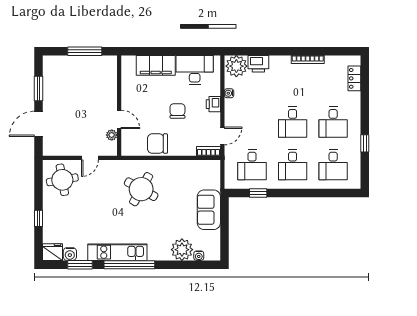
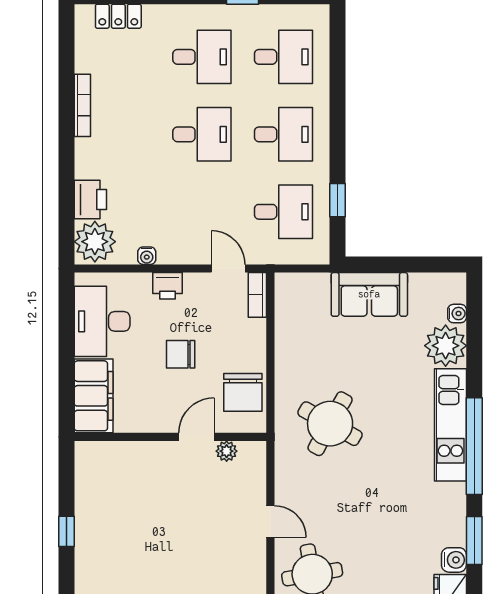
window: (85, 51) -> (66, 531), width x0.46
wall: (119, 106) -> (170, 437), moved
door: (119, 119) -> (197, 437), moved
plant: (112, 135) -> (227, 451), moved
kitchen unit: (117, 252) -> (450, 425), moved

